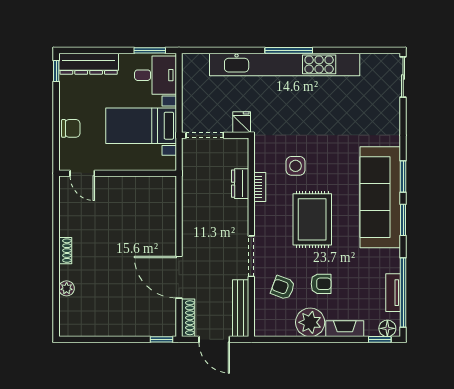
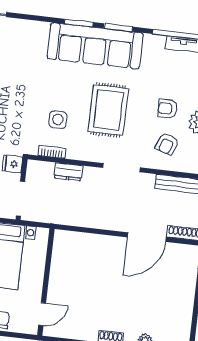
bookcase: (260, 187) -> (52, 152), moved
rug: (312, 219) -> (108, 110), turned 90
doorway: (251, 256) -> (121, 168), moved
armchair: (321, 284) -> (168, 109), turned -90

